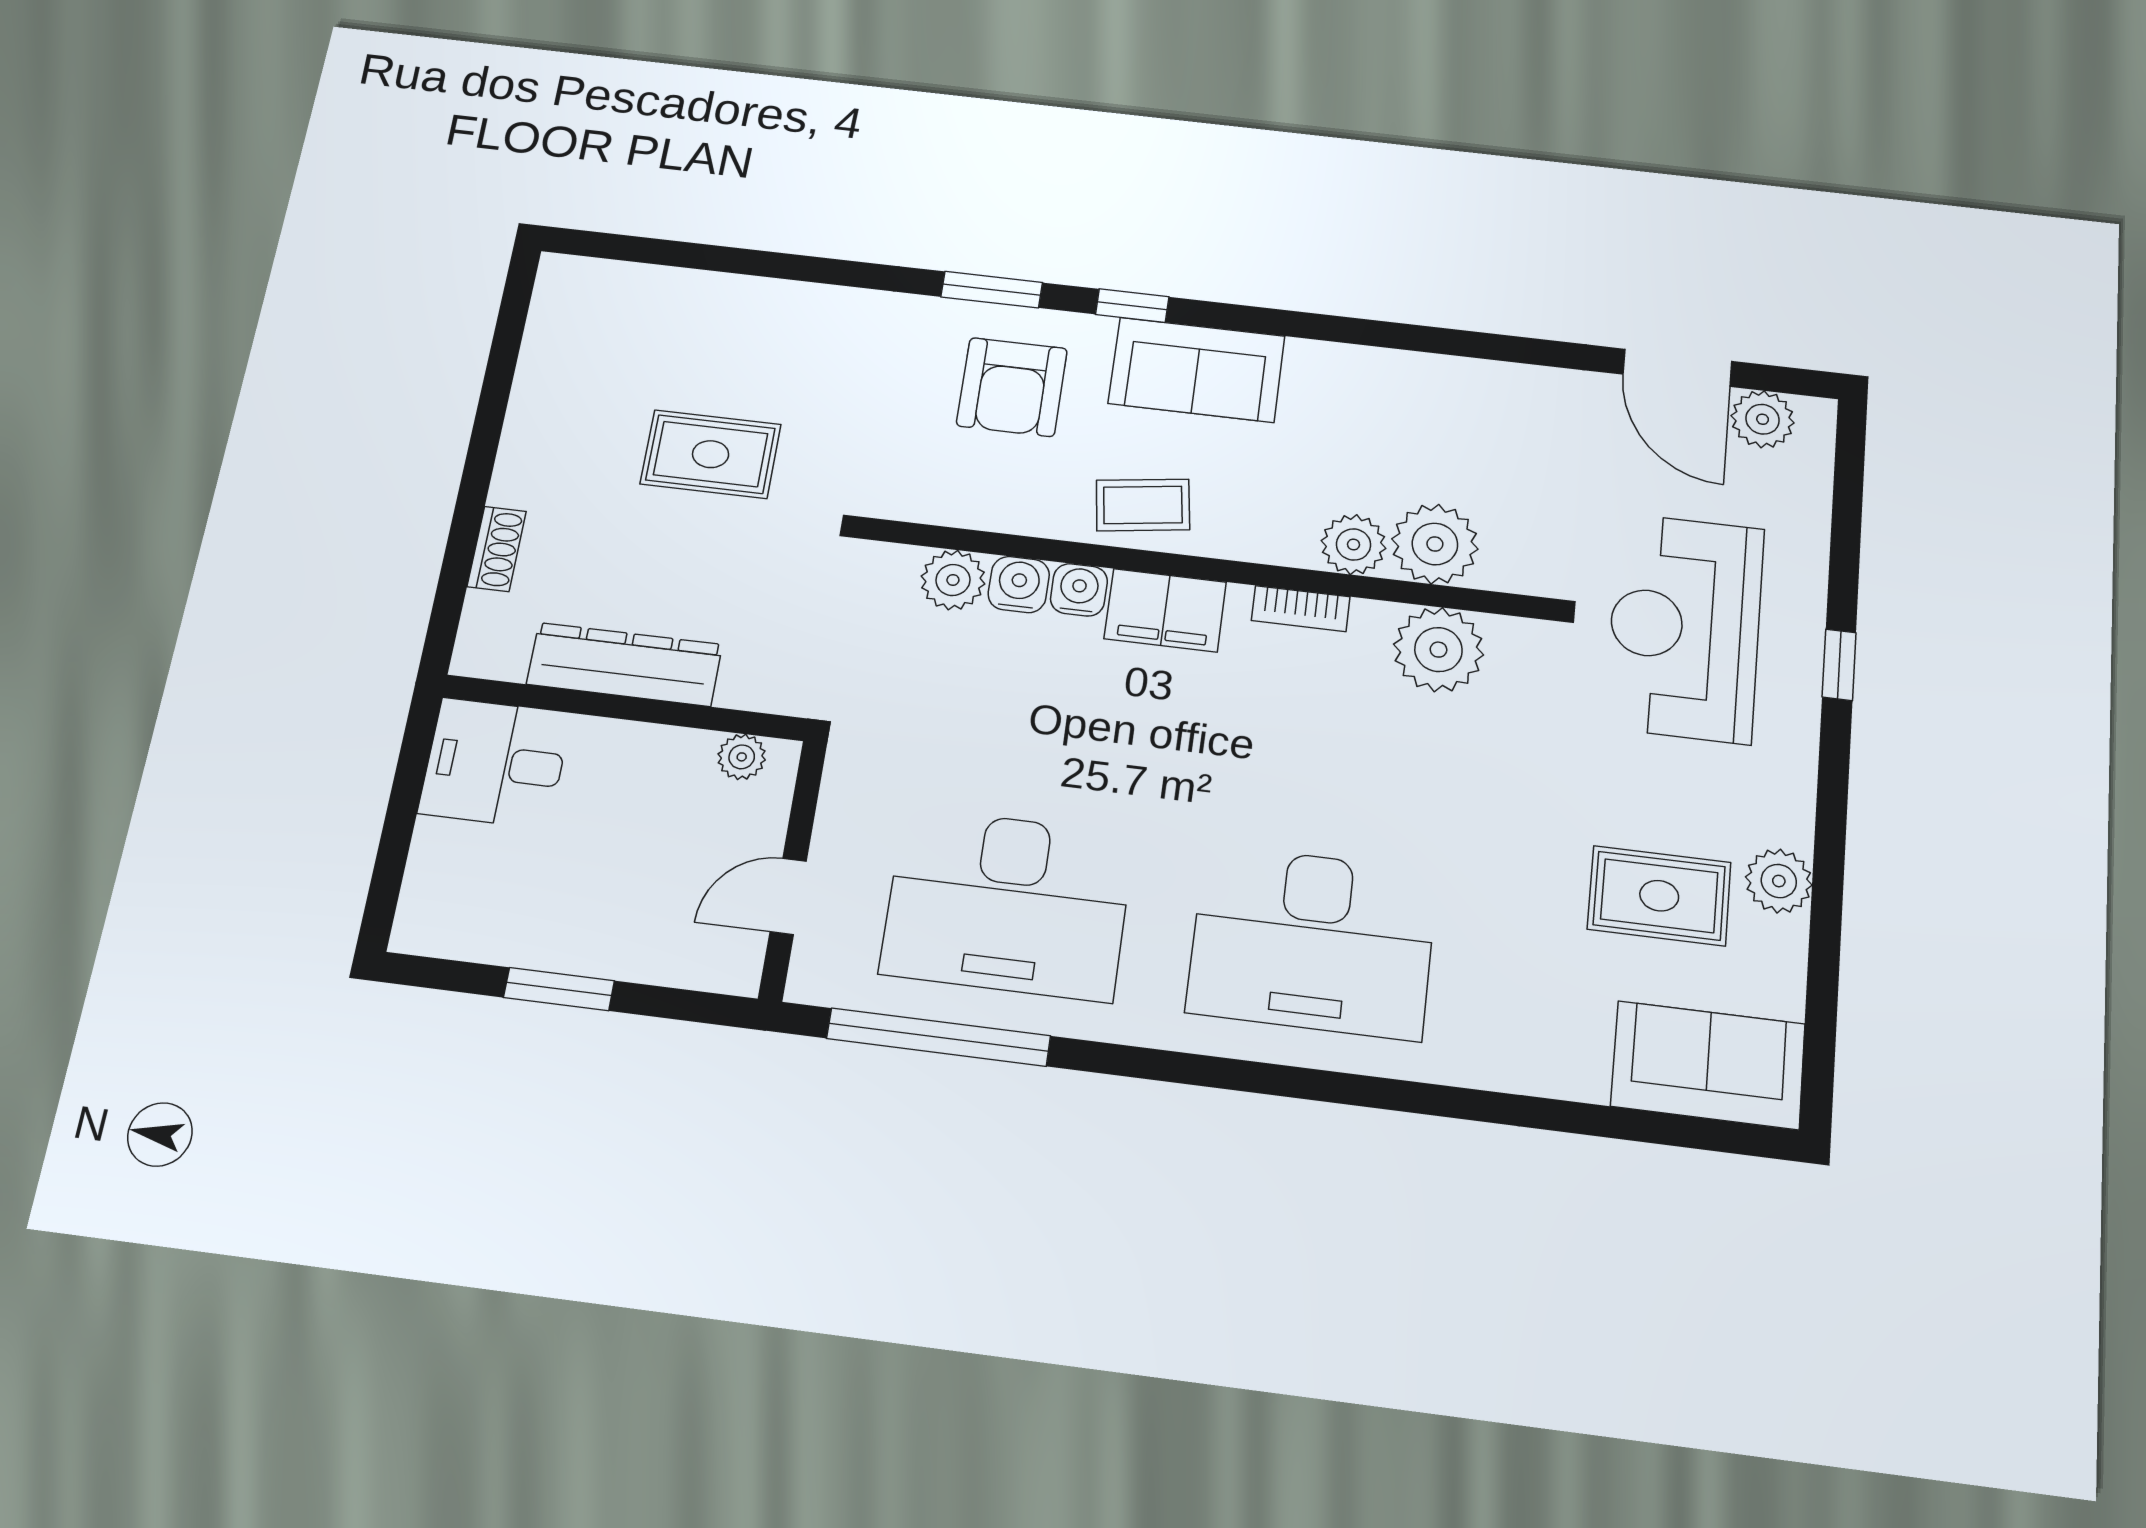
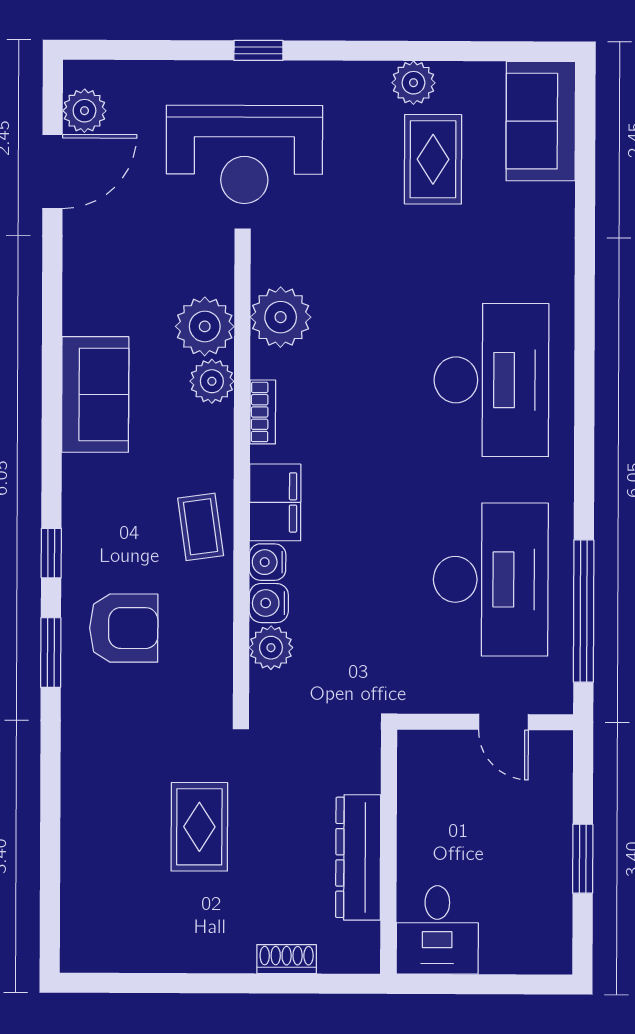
sofa: (1197, 370) -> (95, 394), moved
plant: (742, 757) -> (413, 768), removed

